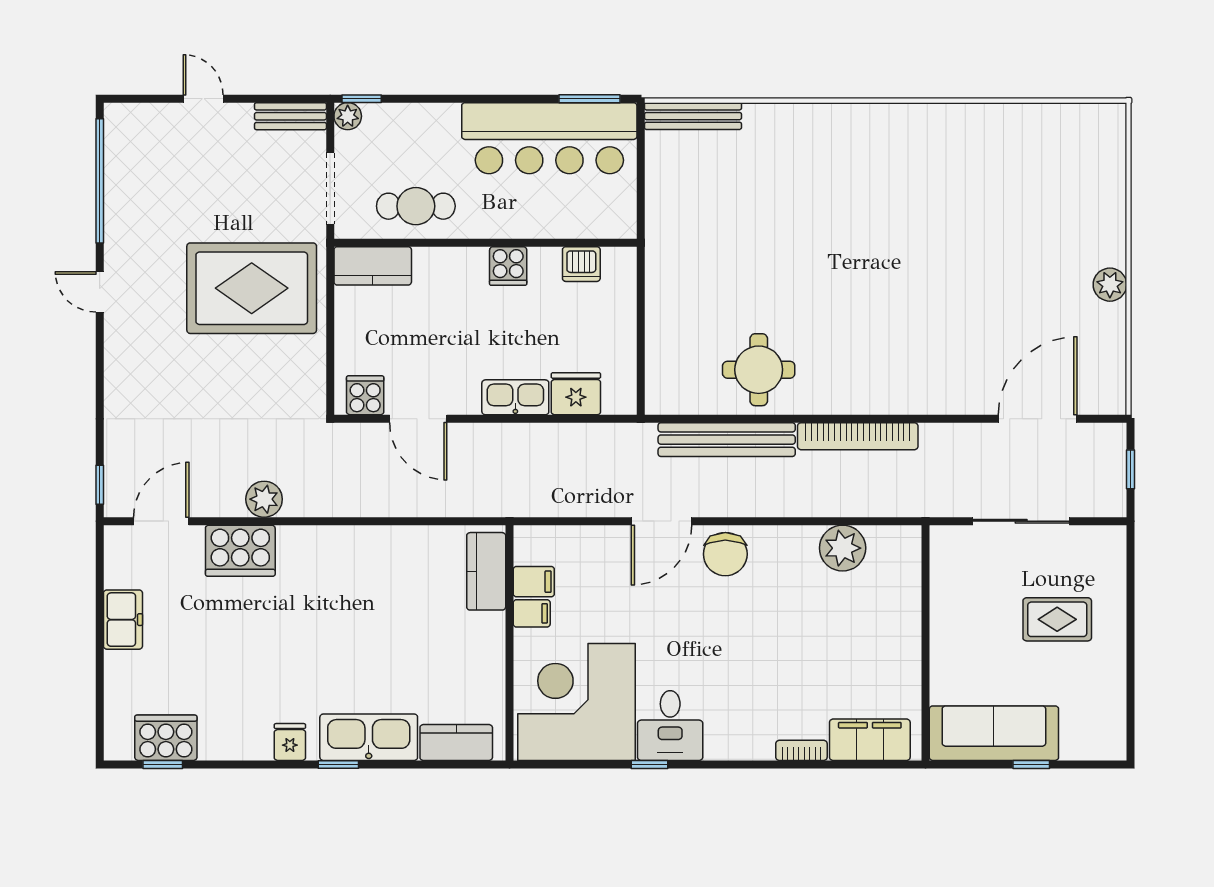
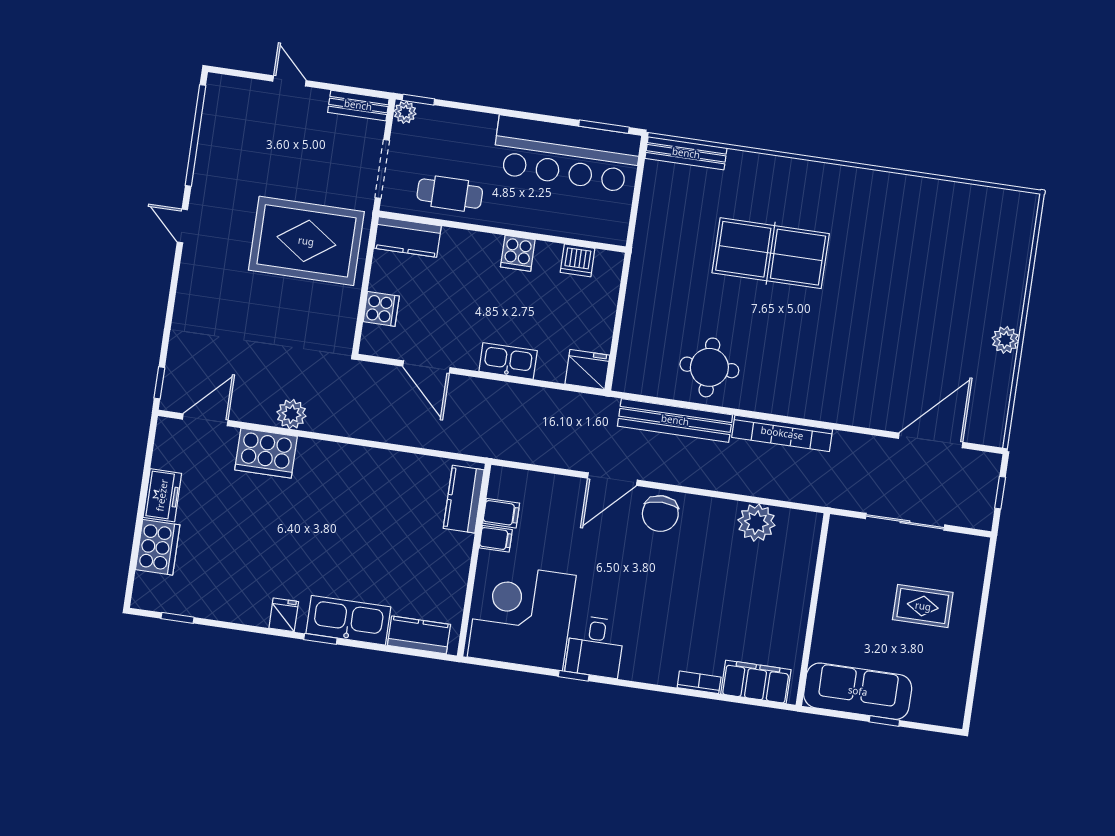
table tennis table: (812, 222) -> (771, 253), added
fridge: (576, 394) -> (587, 370), moved
cooker: (365, 395) -> (381, 309), moved, turned 90
cooker: (166, 738) -> (158, 547), moved, turned 90

